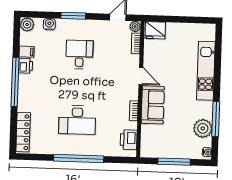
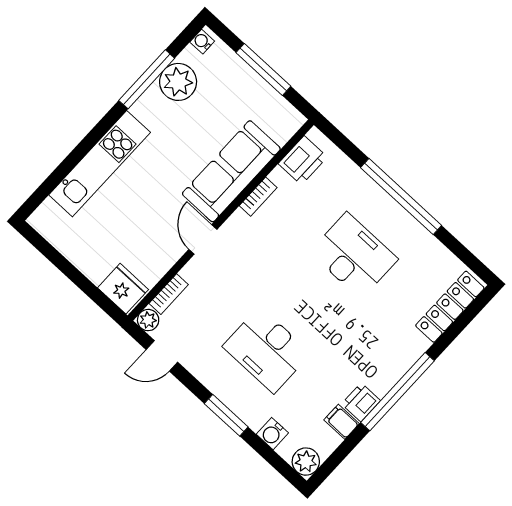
desk: (79, 55) -> (267, 350), width x1.37
sofa: (153, 105) -> (231, 171), width x1.36

